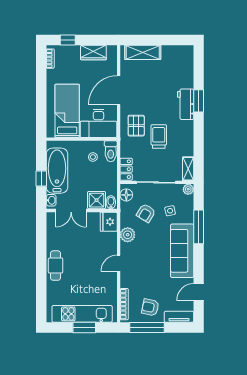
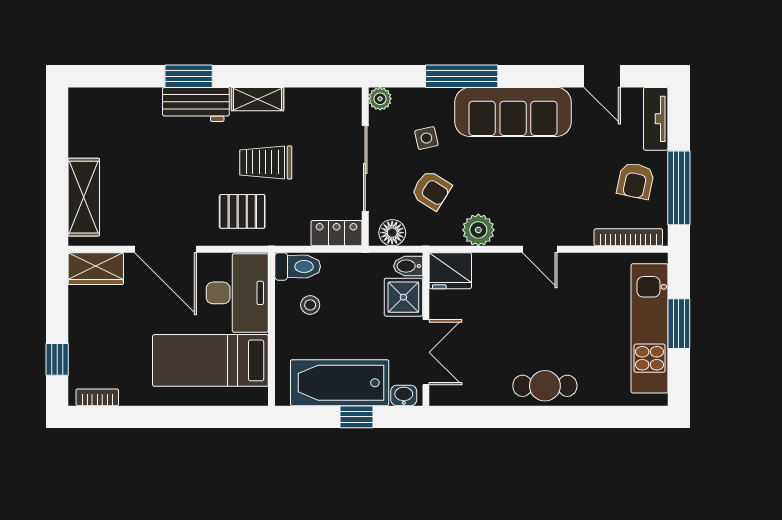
wardrobe: (93, 53) -> (96, 269), moved, turned 90
shelving: (188, 169) -> (258, 99), moved

